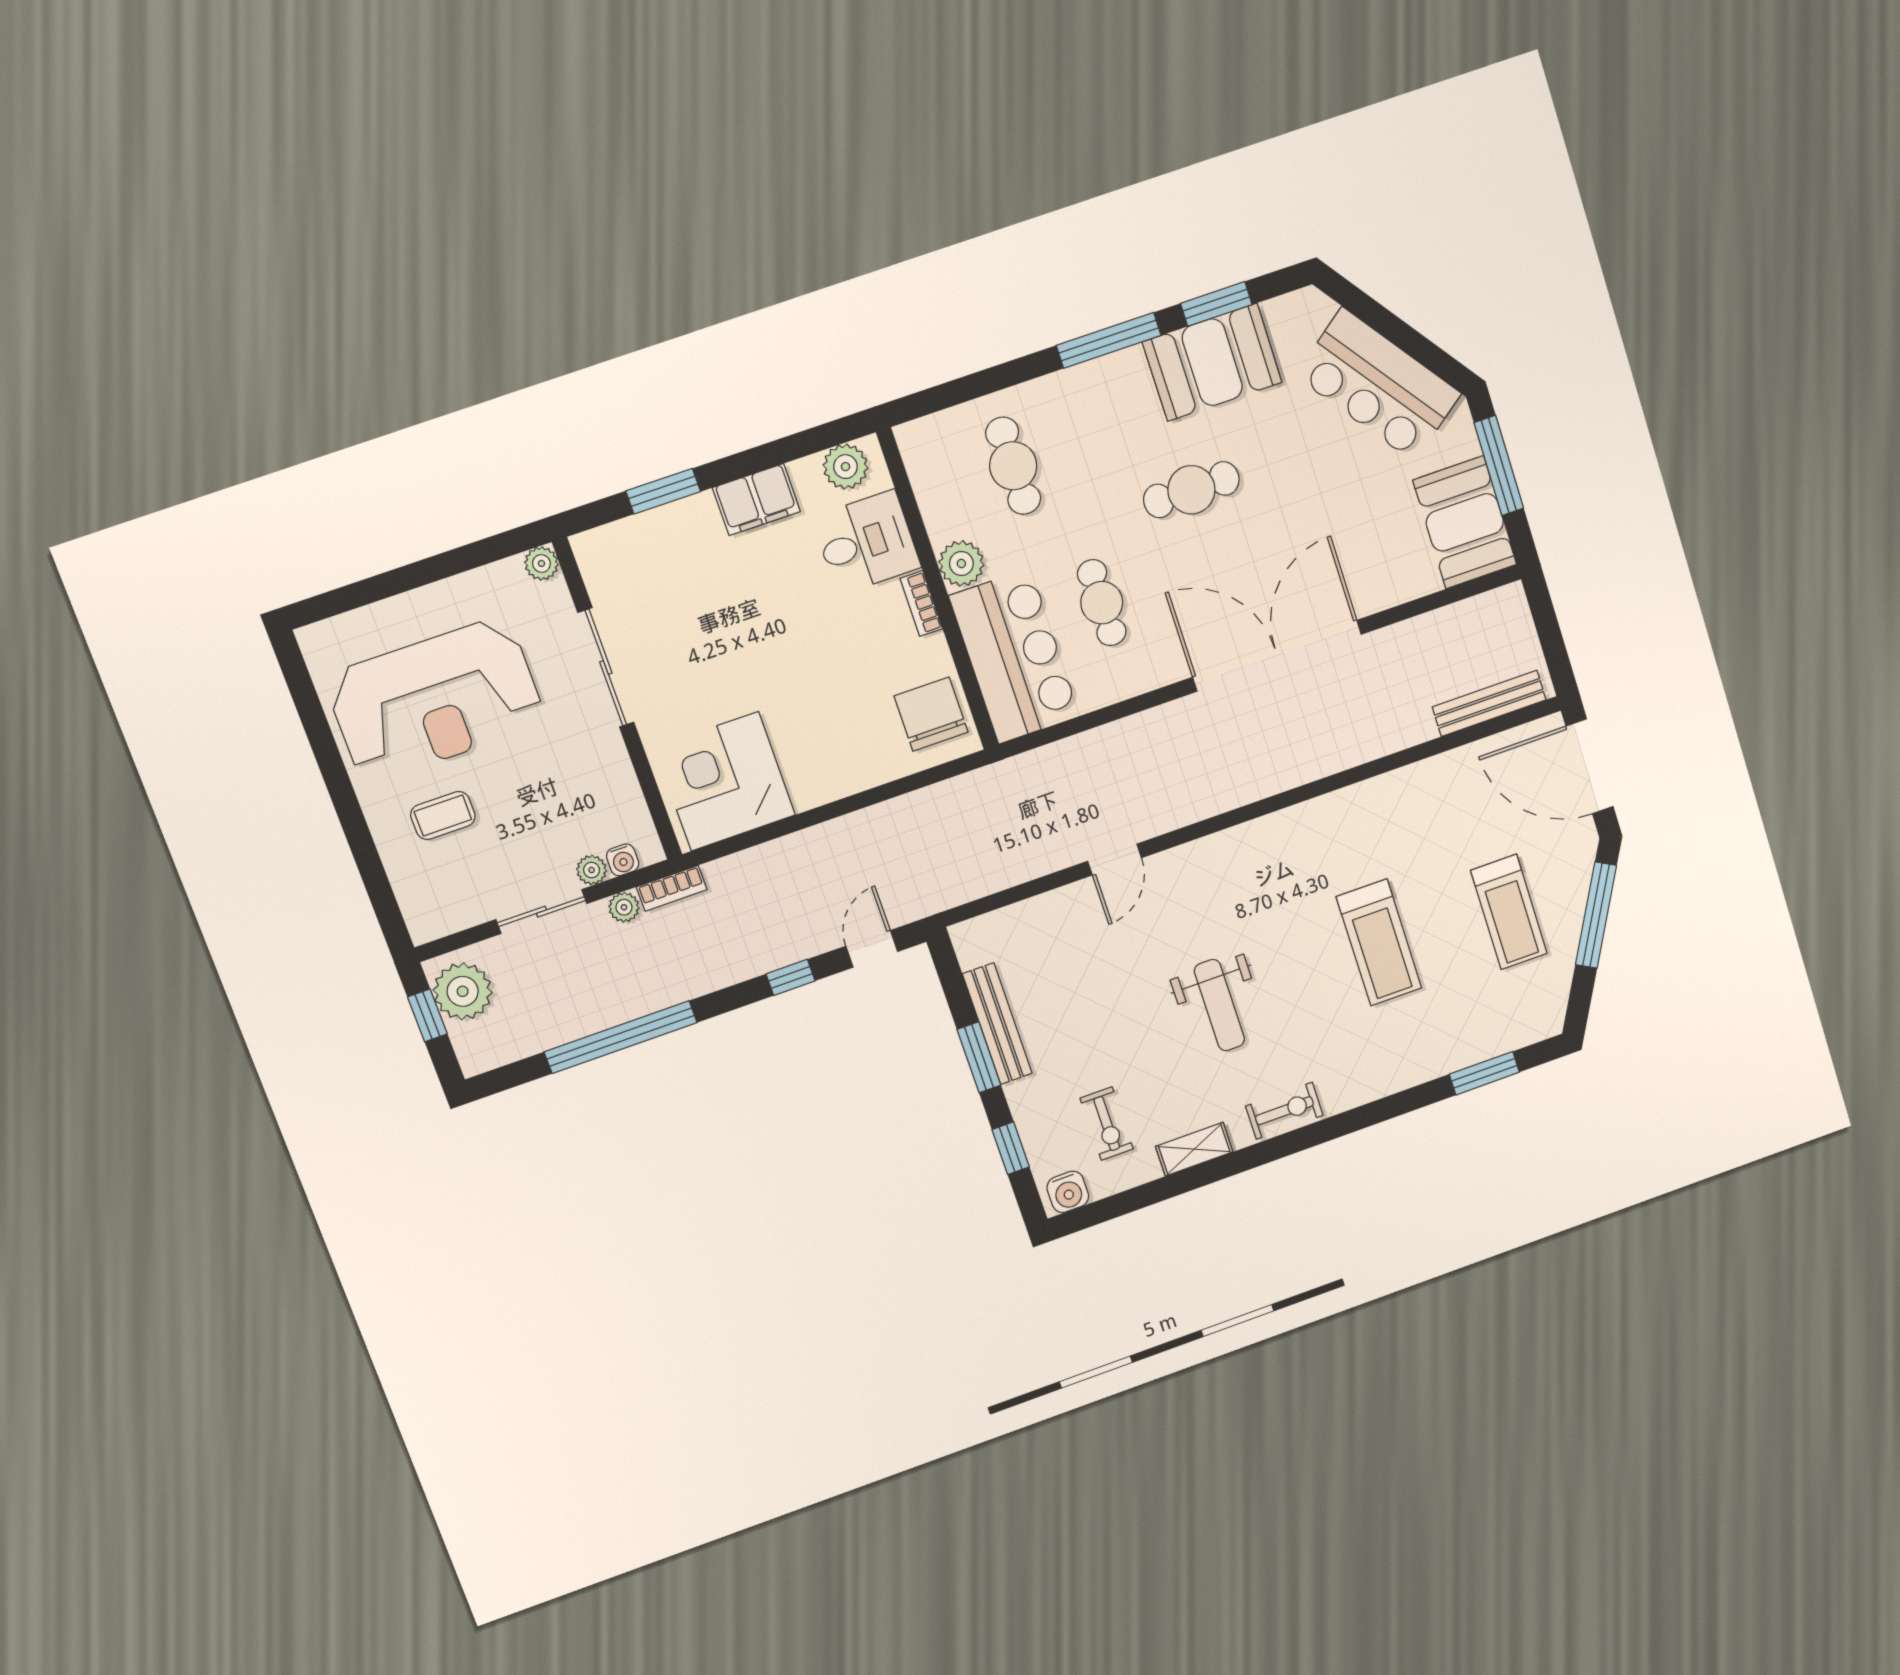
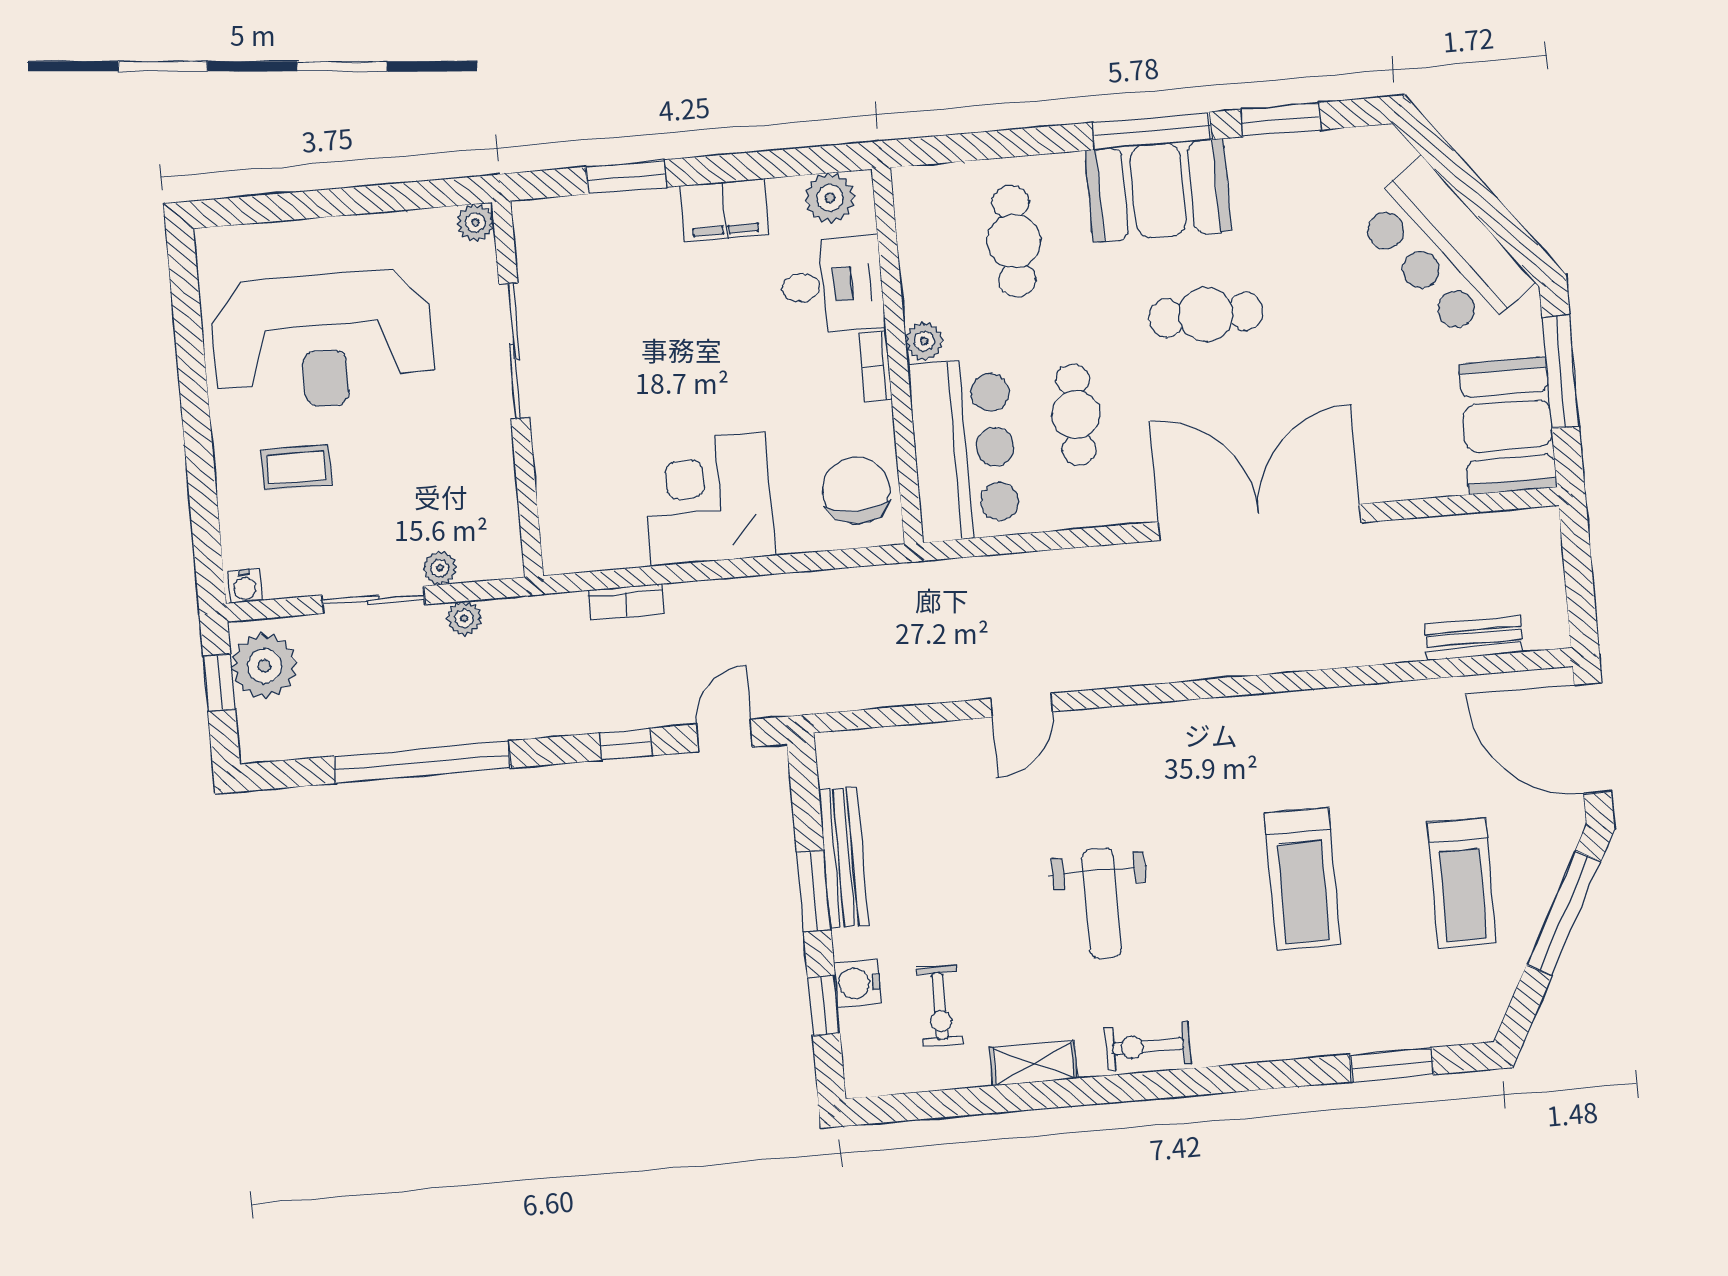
booth: (1212, 362) -> (1158, 191), moved
plant: (961, 564) -> (924, 341), width x0.73, depth x0.73
bench: (1489, 703) -> (1474, 638), width x0.73
corner desk: (725, 781) -> (708, 499), moved
water cooler: (623, 860) -> (245, 586), moved
bookcase: (672, 888) -> (626, 602), moved
exercise bike: (1284, 1111) -> (1148, 1046), turned 180
water cooler: (1068, 1192) -> (858, 983), moved, turned 90

